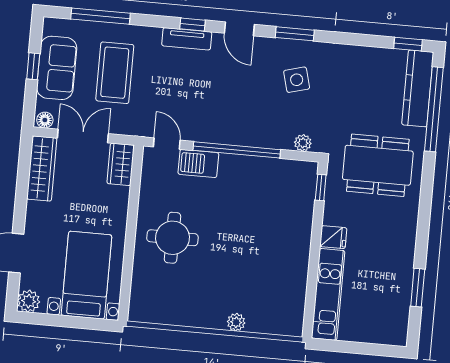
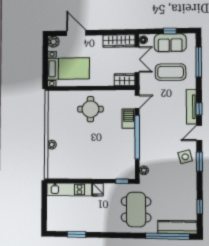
tv unit: (187, 39) -> (191, 107), width x1.41
window: (408, 44) -> (200, 207), moved
side table: (297, 80) -> (185, 157), moved

